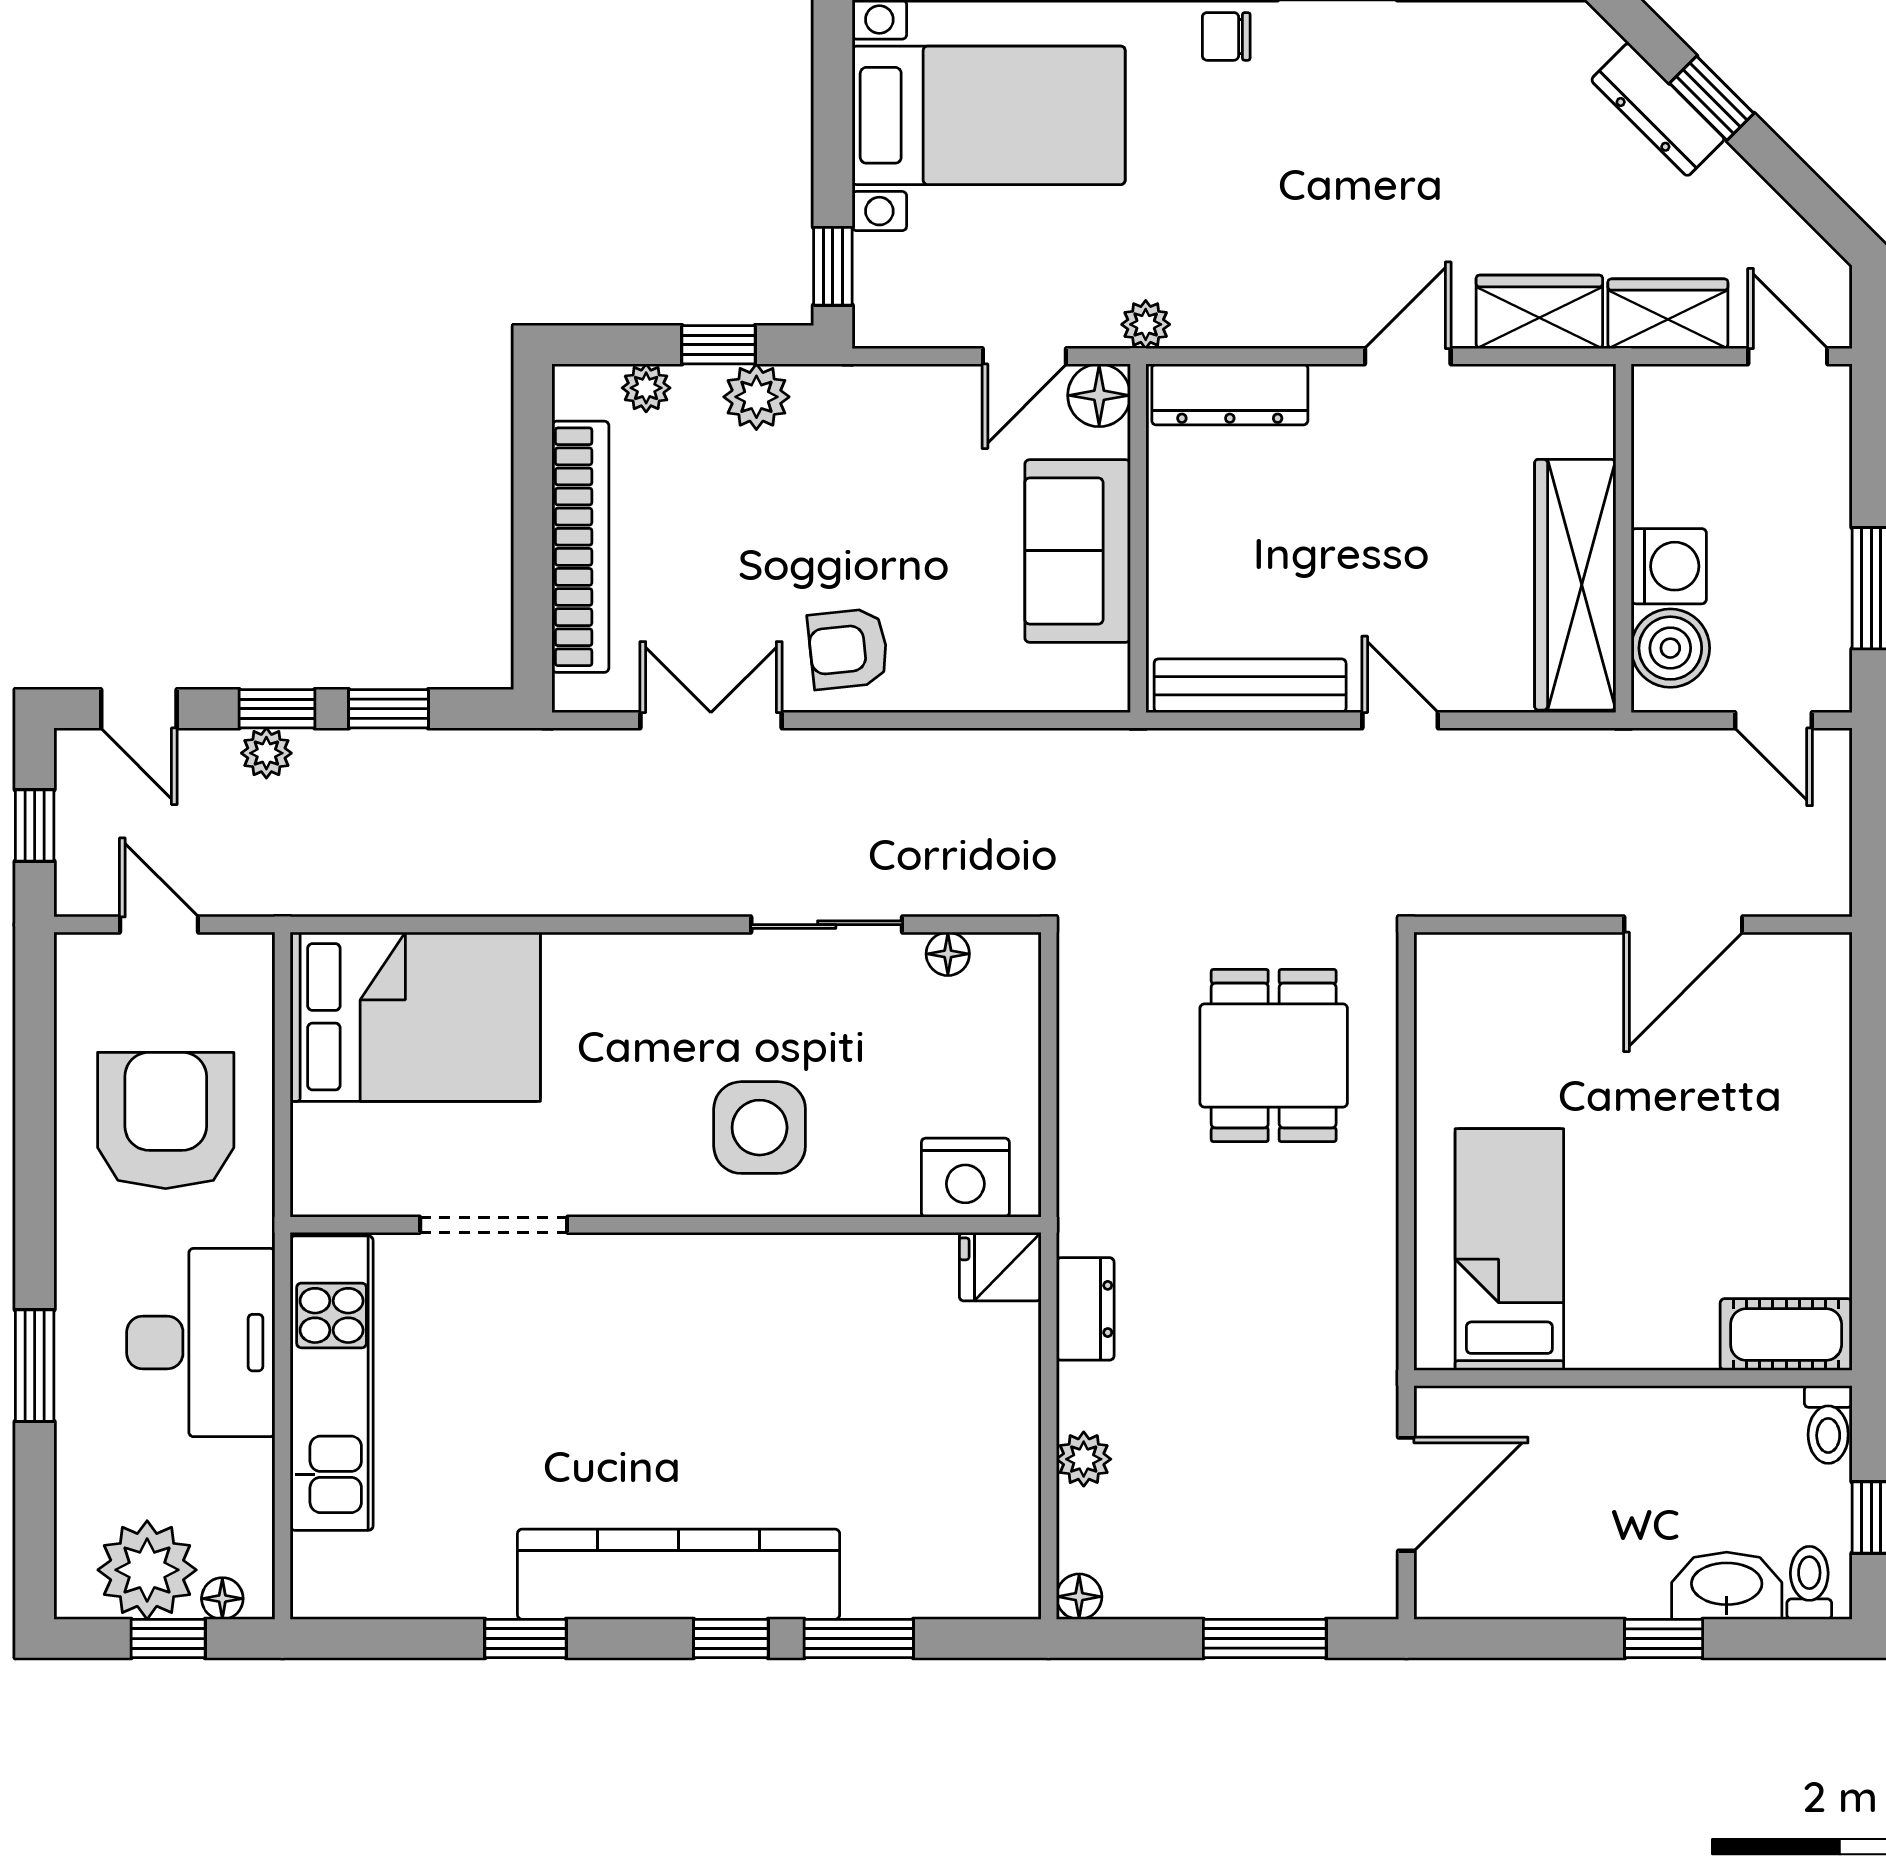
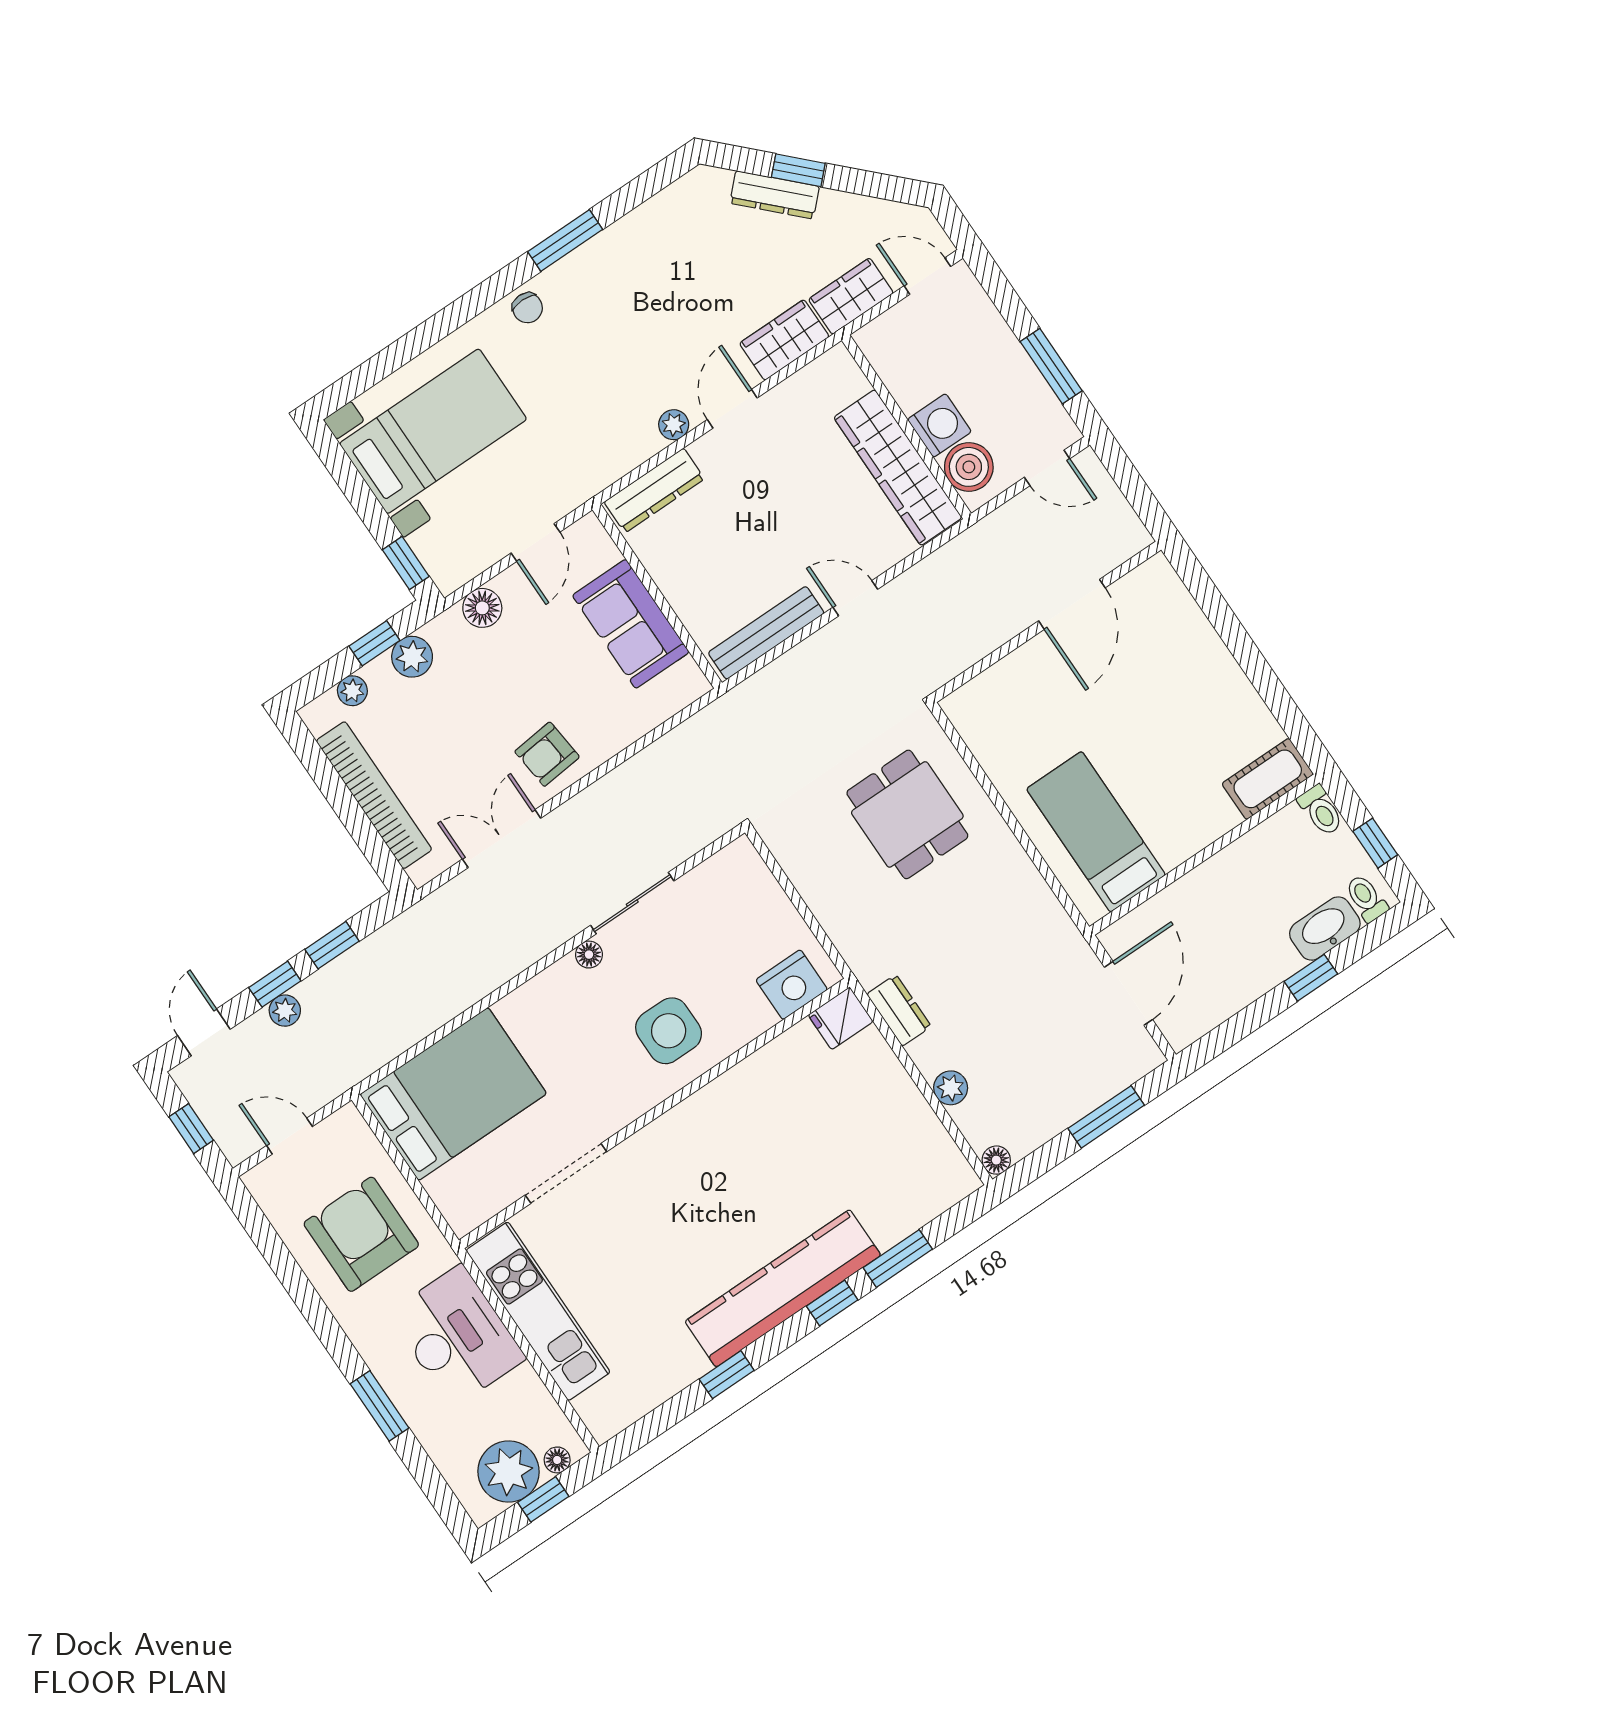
chair: (1226, 36) -> (527, 308), turned -90
plant: (1146, 324) -> (674, 425), moved
floor lamp: (1099, 395) -> (482, 608), moved
door: (139, 709) -> (204, 1032), swing flipped
floor lamp: (948, 954) -> (589, 955), moved

